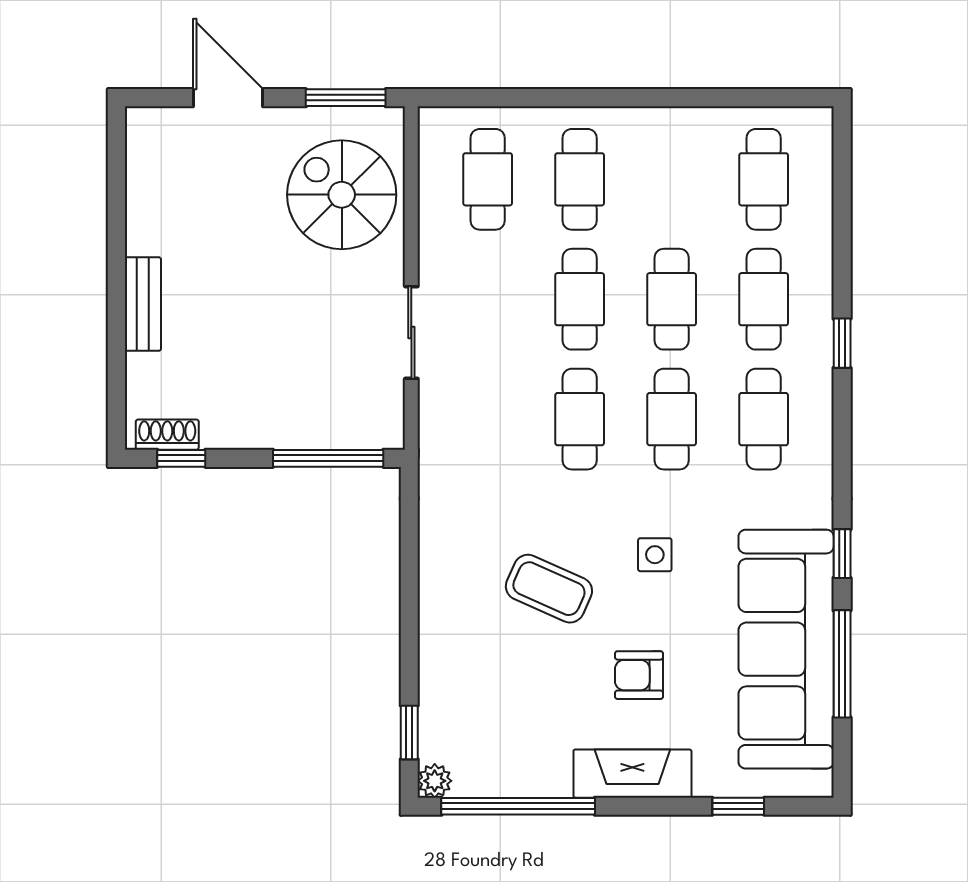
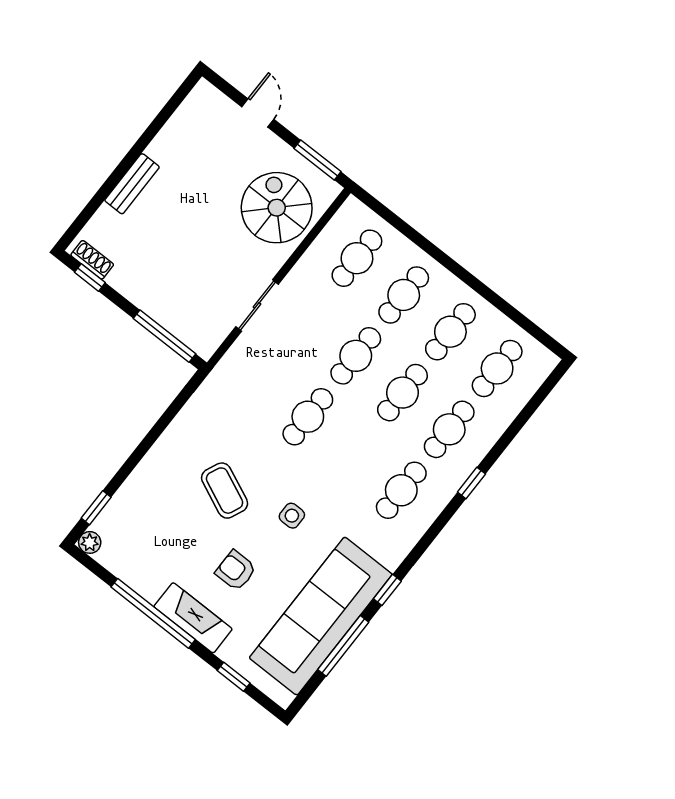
door: (228, 98) -> (258, 113), width x0.73
cafe table: (672, 419) -> (450, 332), moved
window: (518, 806) -> (153, 613), moved

